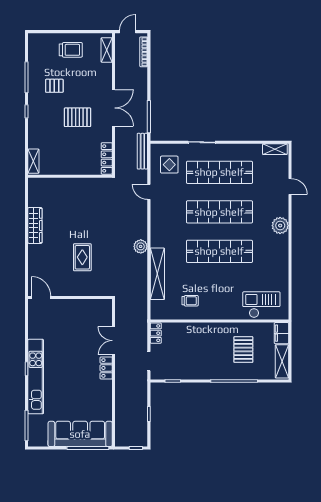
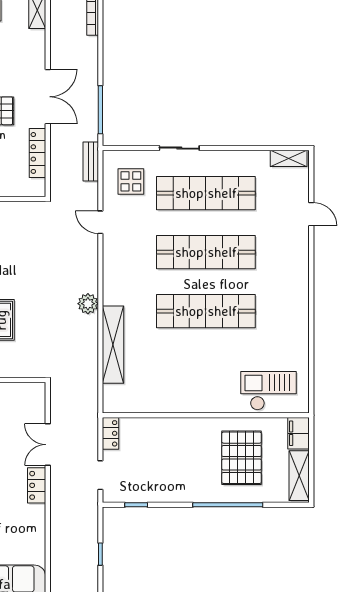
bench: (142, 151) -> (91, 161), width x0.73
locker: (107, 158) -> (37, 153), moved
plant: (280, 226) -> (297, 272), removed
trolley: (190, 301) -> (162, 385), removed
pallet: (243, 350) -> (242, 458), width x1.37, depth x1.41

